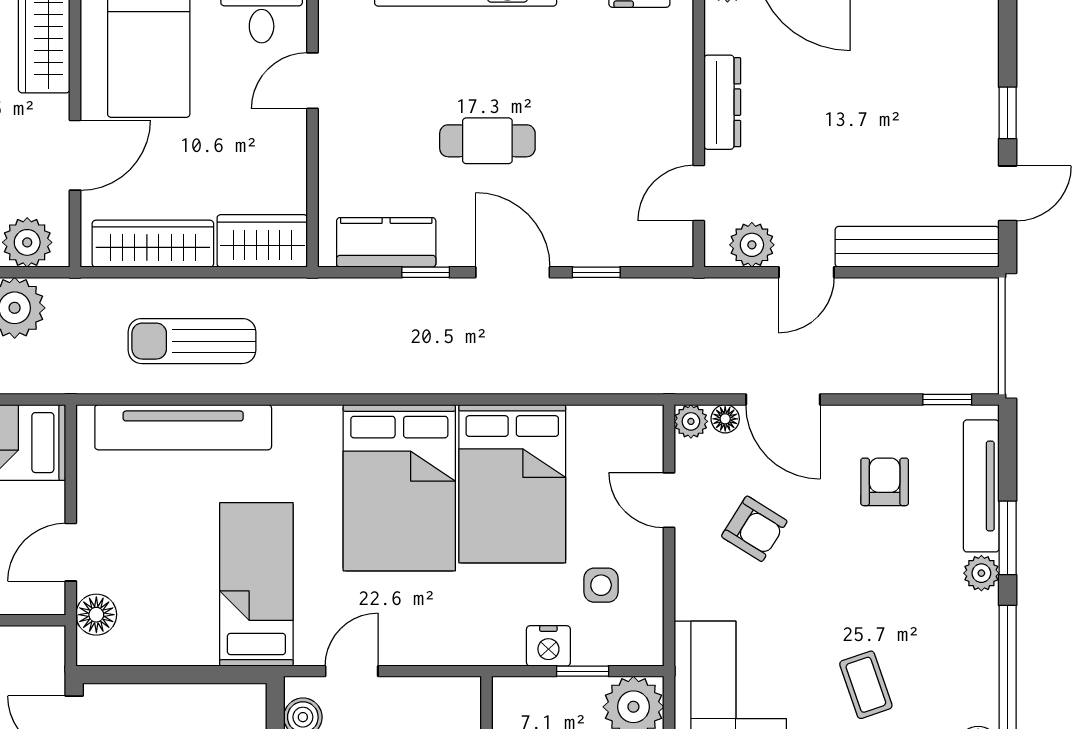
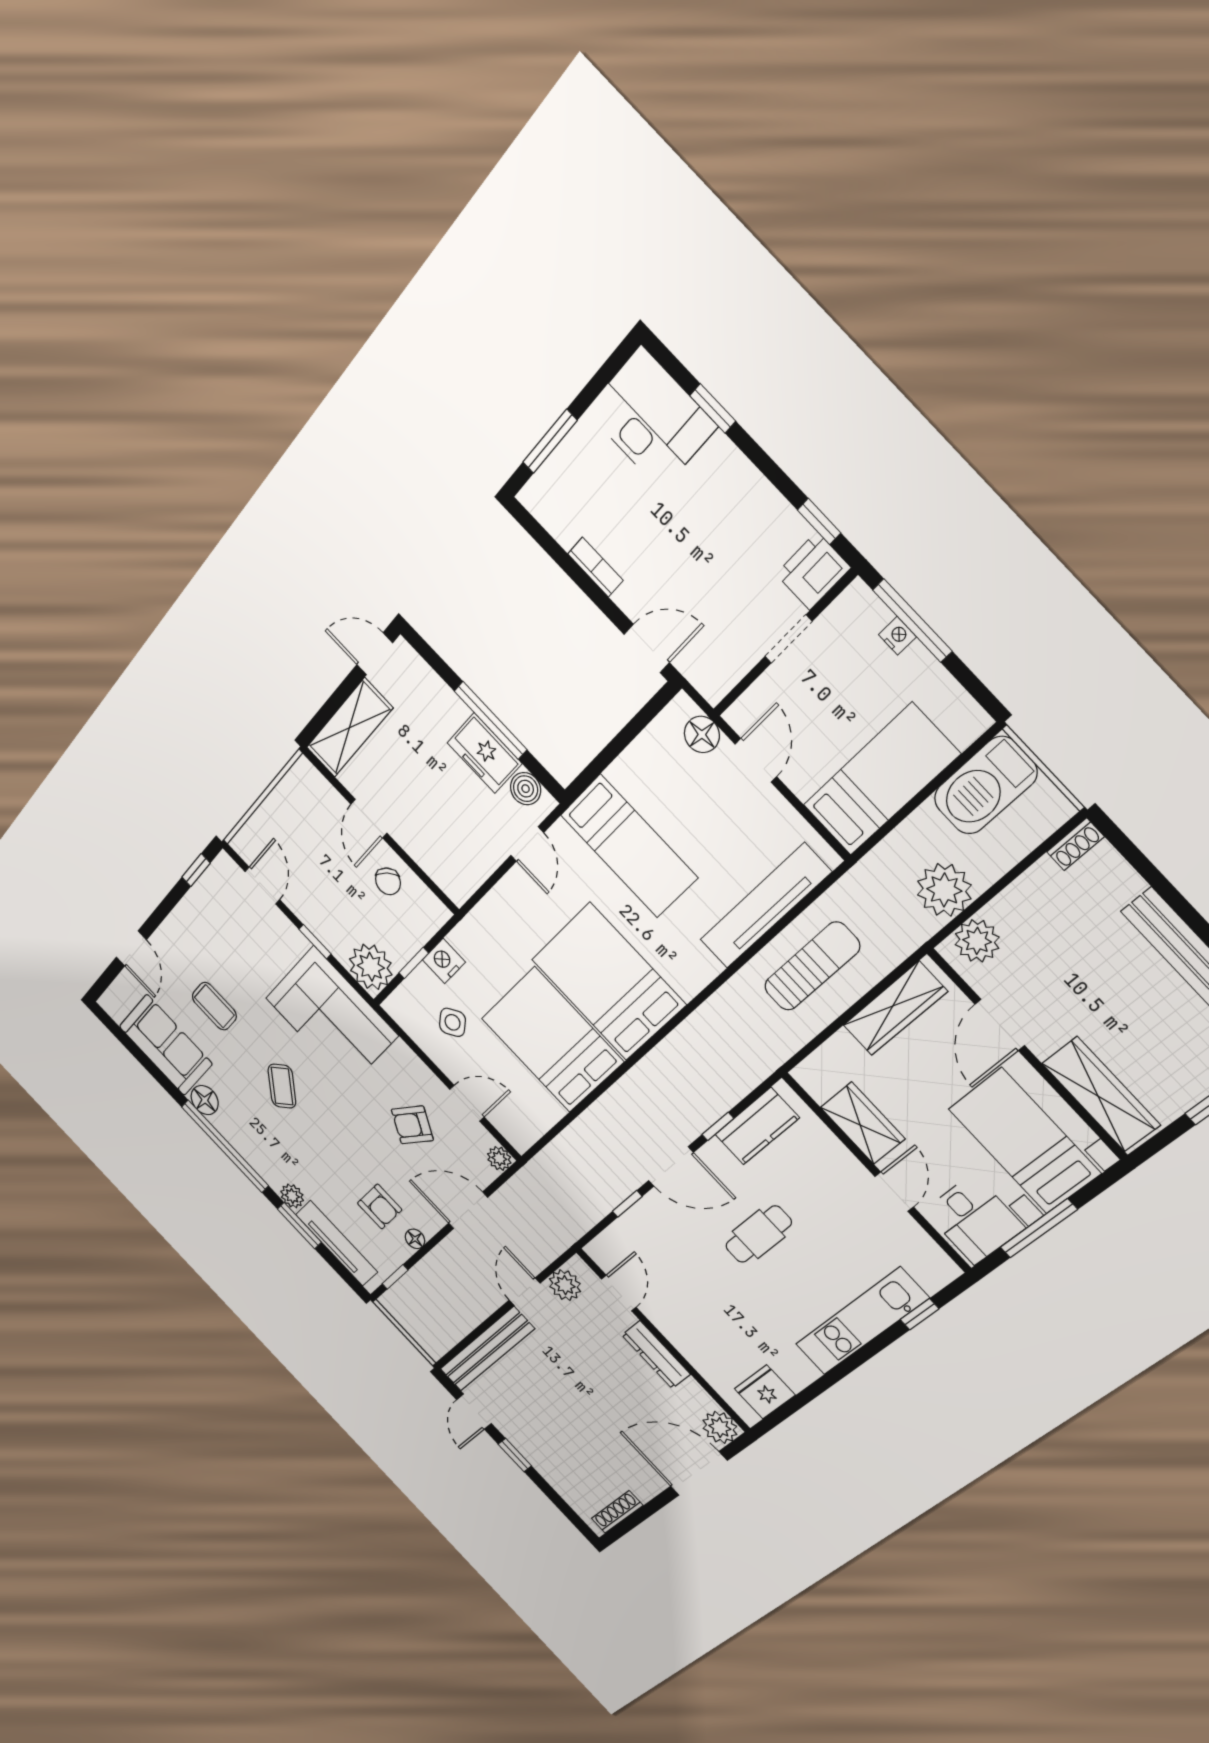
wardrobe: (262, 241) -> (863, 1123), moved, turned -90
floor lamp: (725, 419) -> (415, 1239), moved
side table: (601, 585) -> (453, 1022), turned -35
coffee table: (866, 685) -> (282, 1086), turned 63

